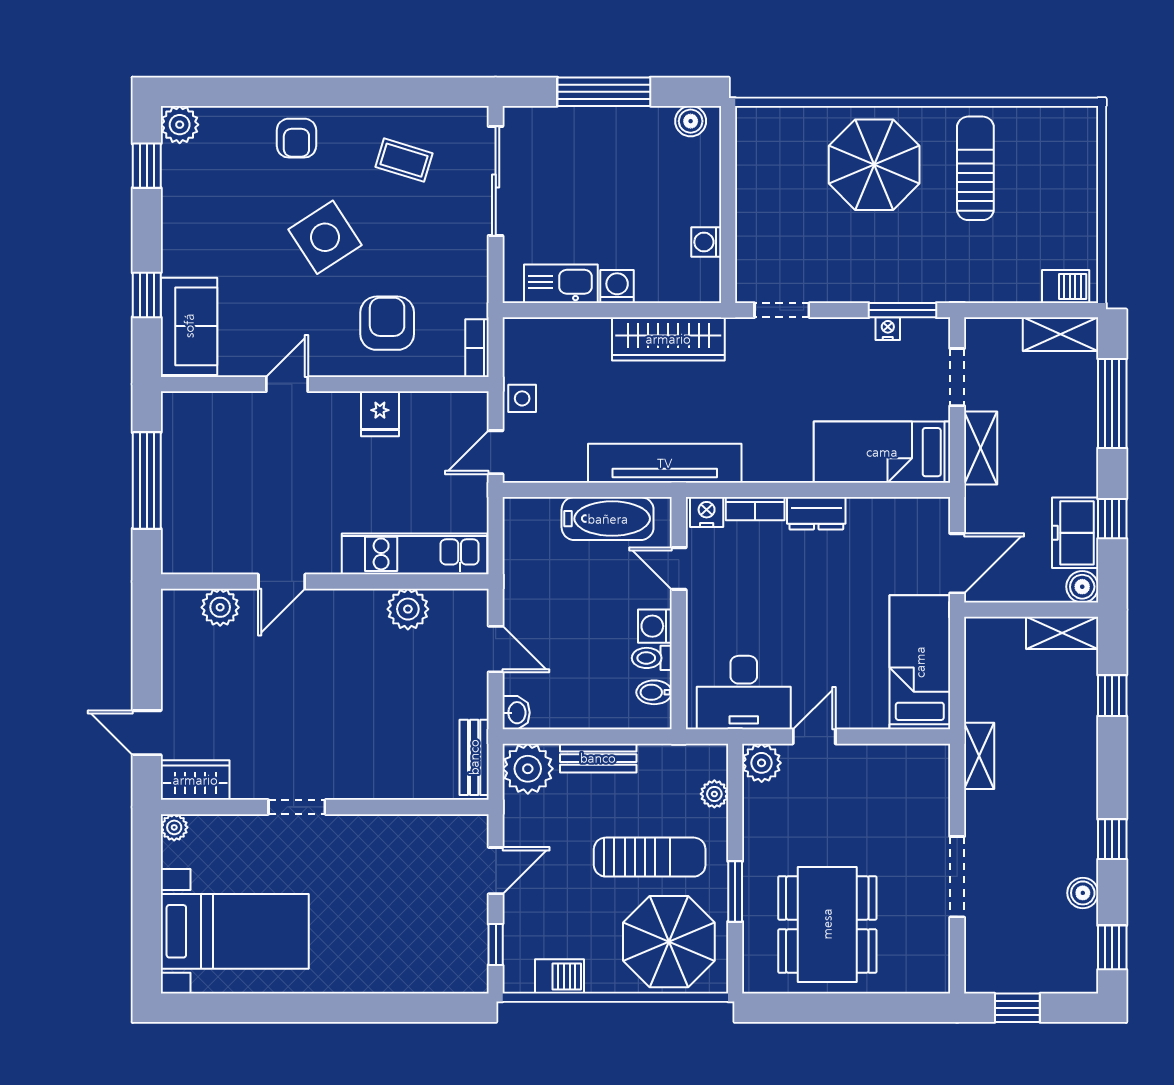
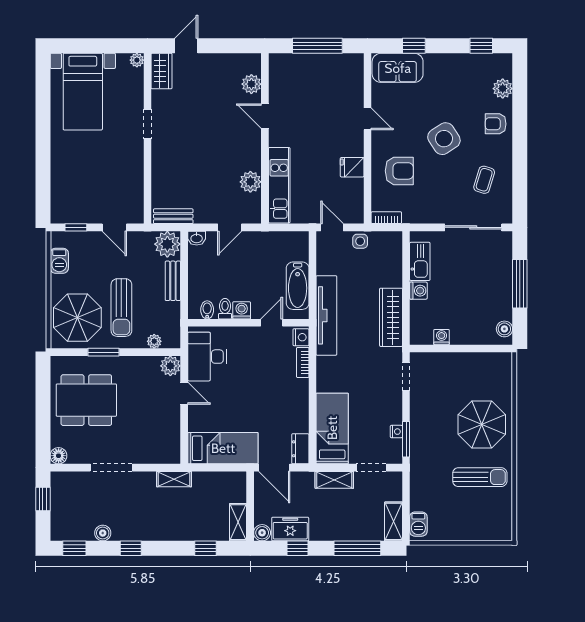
plant: (180, 125) -> (503, 89), moved
dresser: (816, 513) -> (300, 449), moved
floor lamp: (934, 978) -> (59, 456), added

